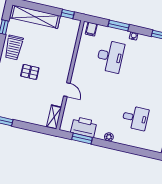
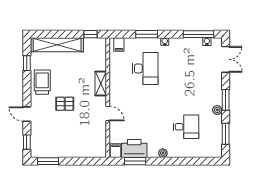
trolley: (14, 48) -> (42, 82), turned 180
shelving: (54, 117) -> (101, 83), moved
filing cabinet: (66, 125) -> (116, 151), added

